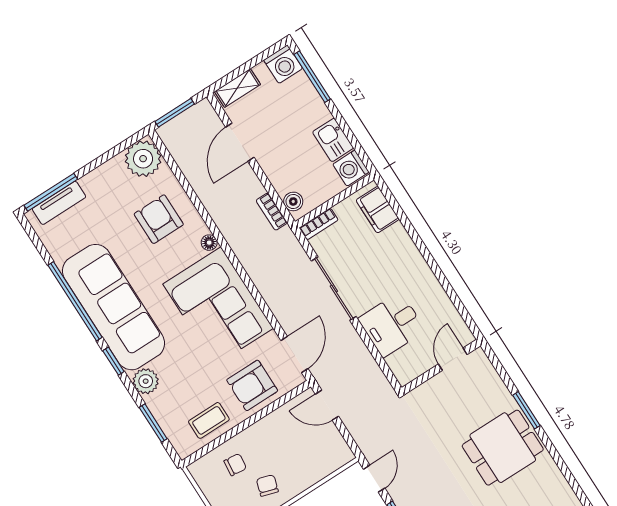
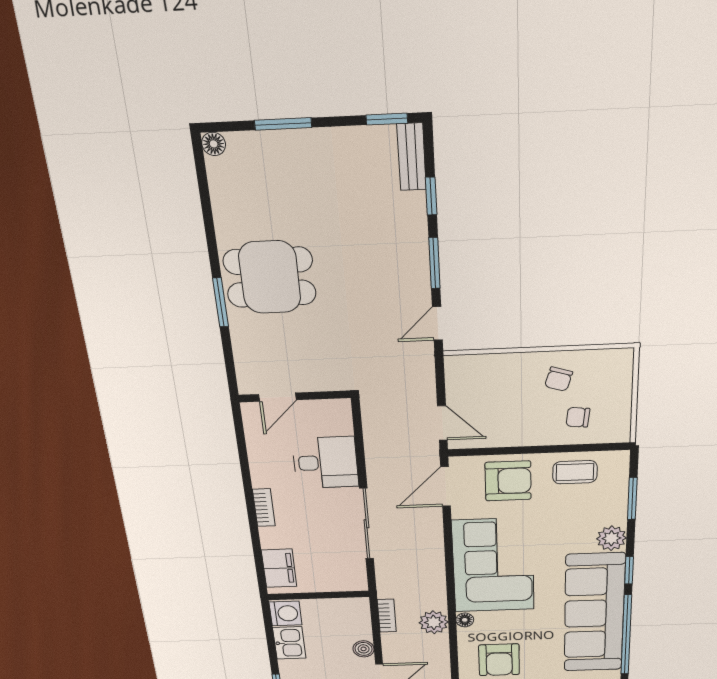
boiler: (293, 201) -> (364, 649), moved
bookcase: (319, 224) -> (264, 508), moved, turned 90
plant: (232, 226) -> (434, 622), added

